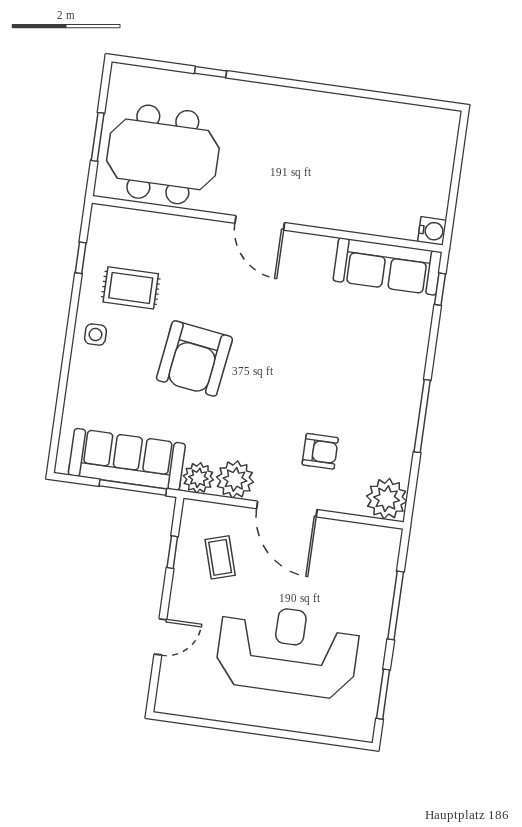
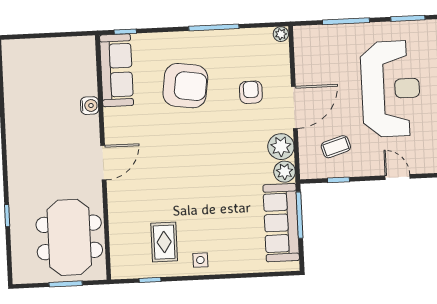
water cooler: (432, 231) -> (90, 106), moved, turned 90
armchair: (194, 358) -> (185, 86), moved
plant: (387, 499) -> (281, 34), width x0.53, depth x0.53
reception desk: (288, 651) -> (391, 89), turned 180

